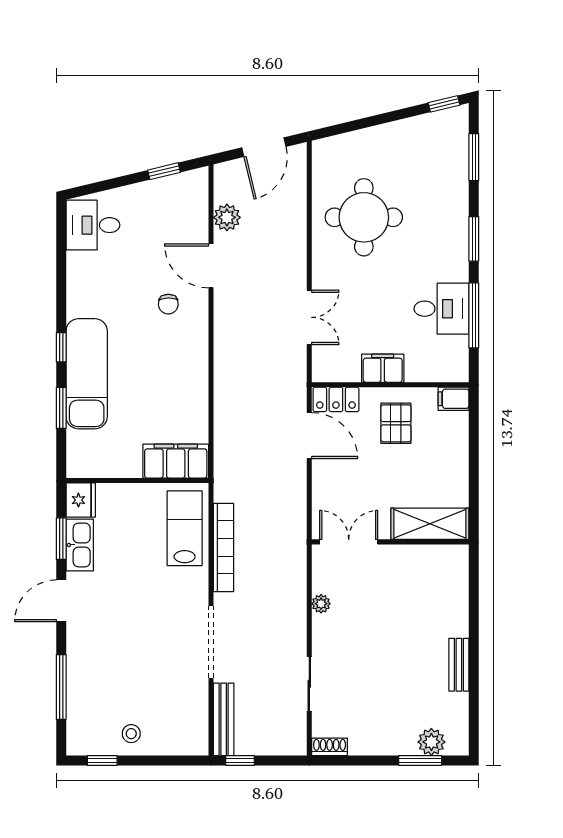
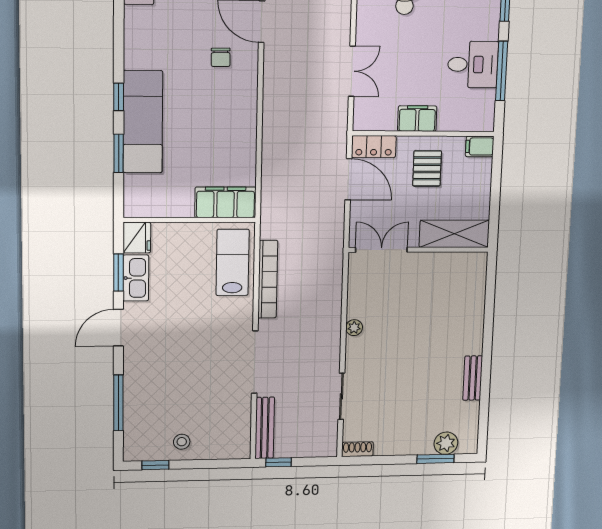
shelving: (430, 524) -> (454, 234), moved
double door: (349, 542) -> (381, 250), moved
wall: (390, 542) -> (419, 250), moved

